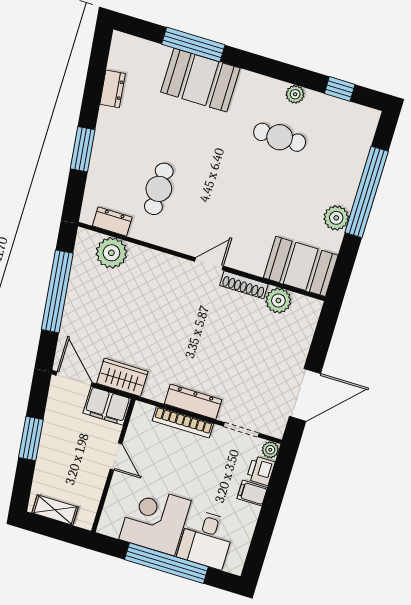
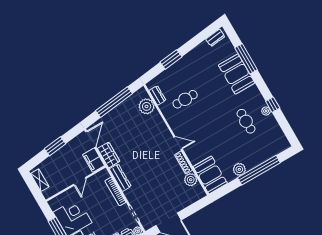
dresser: (113, 89) -> (215, 38), moved
window: (340, 89) -> (273, 105), moved
dresser: (193, 402) -> (120, 178), moved

